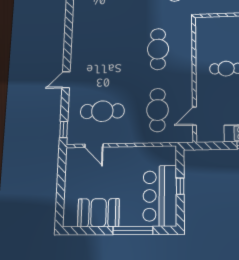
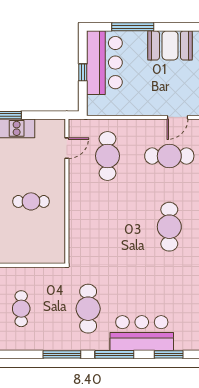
cafe table: (158, 49) -> (169, 227), moved
door: (94, 146) -> (177, 117), swing flipped

